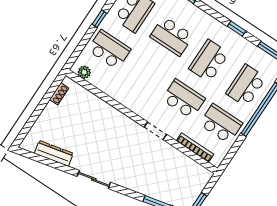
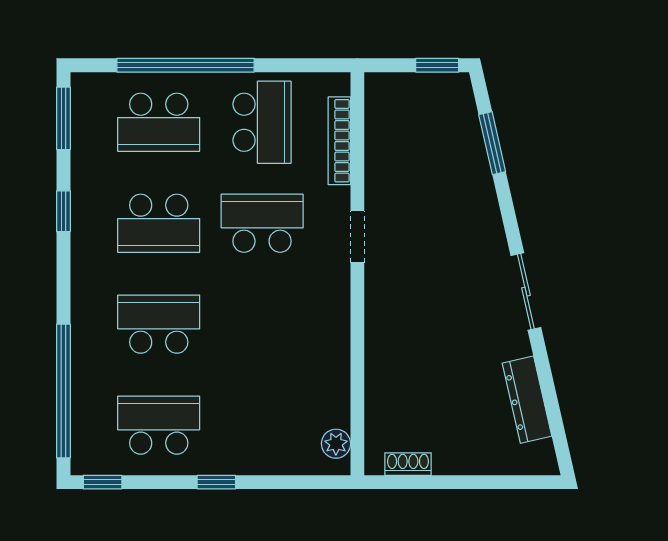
school desk: (172, 36) -> (159, 324), turned -90
school desk: (109, 50) -> (262, 425), removed
school desk: (184, 99) -> (262, 223), turned 90
school desk: (221, 124) -> (262, 122), turned 180

